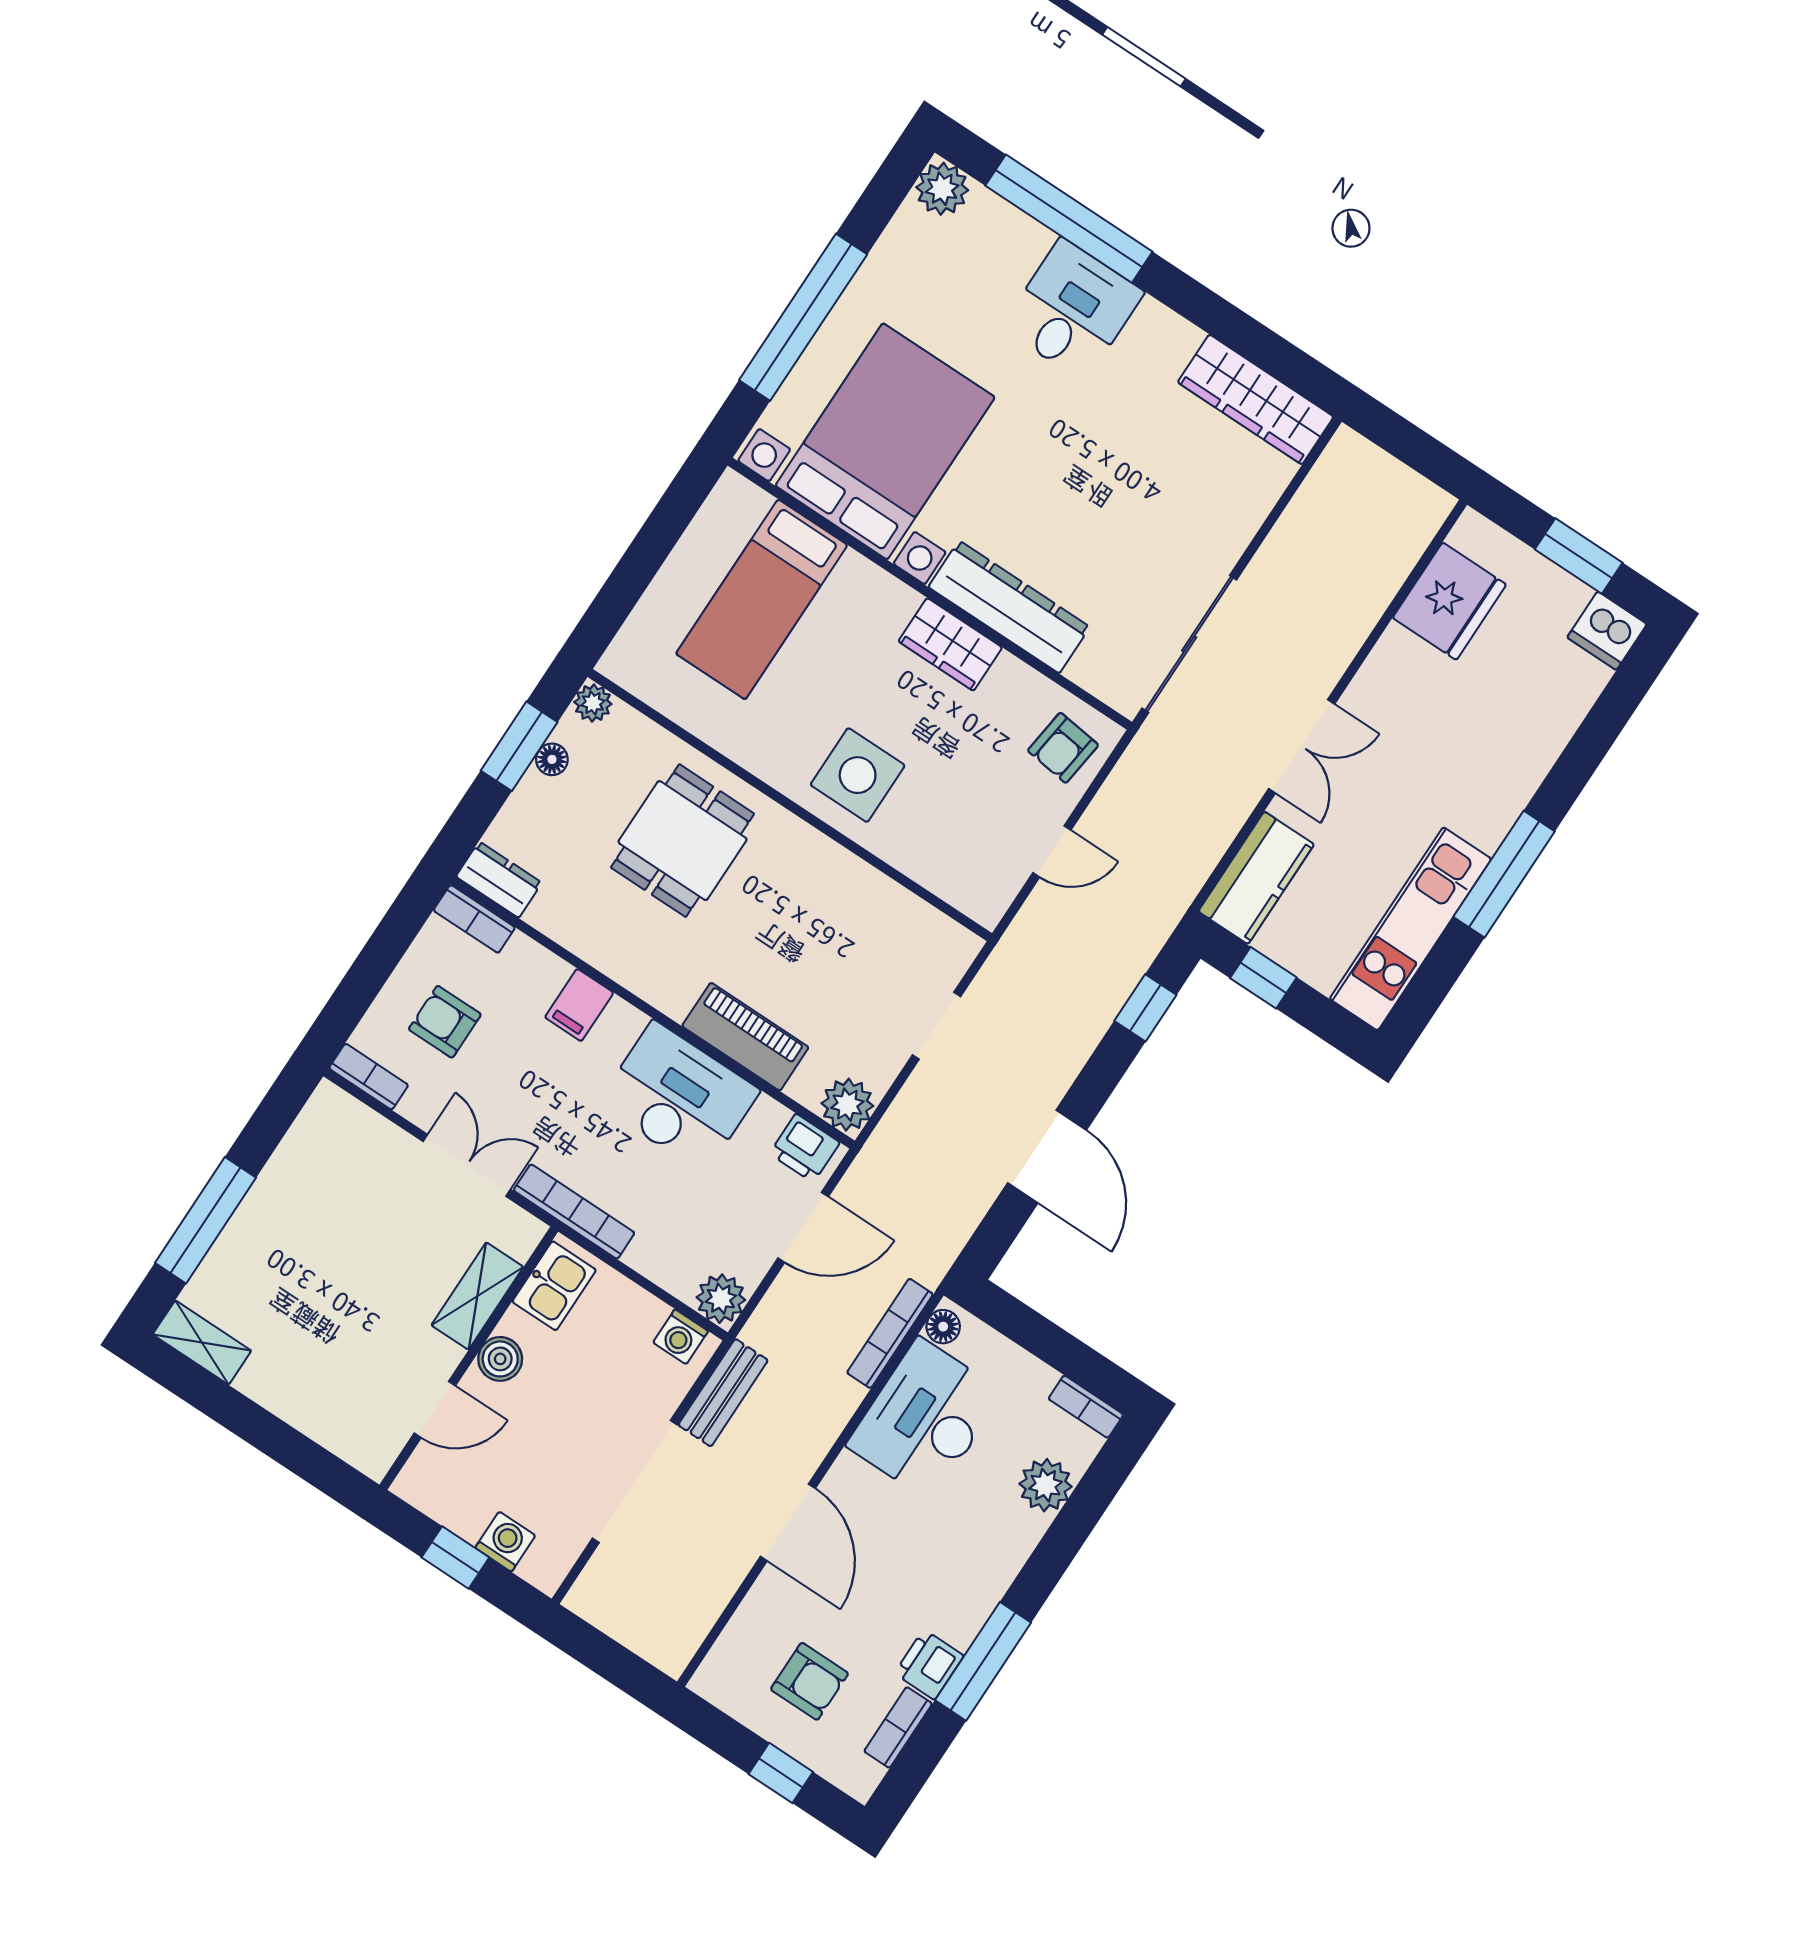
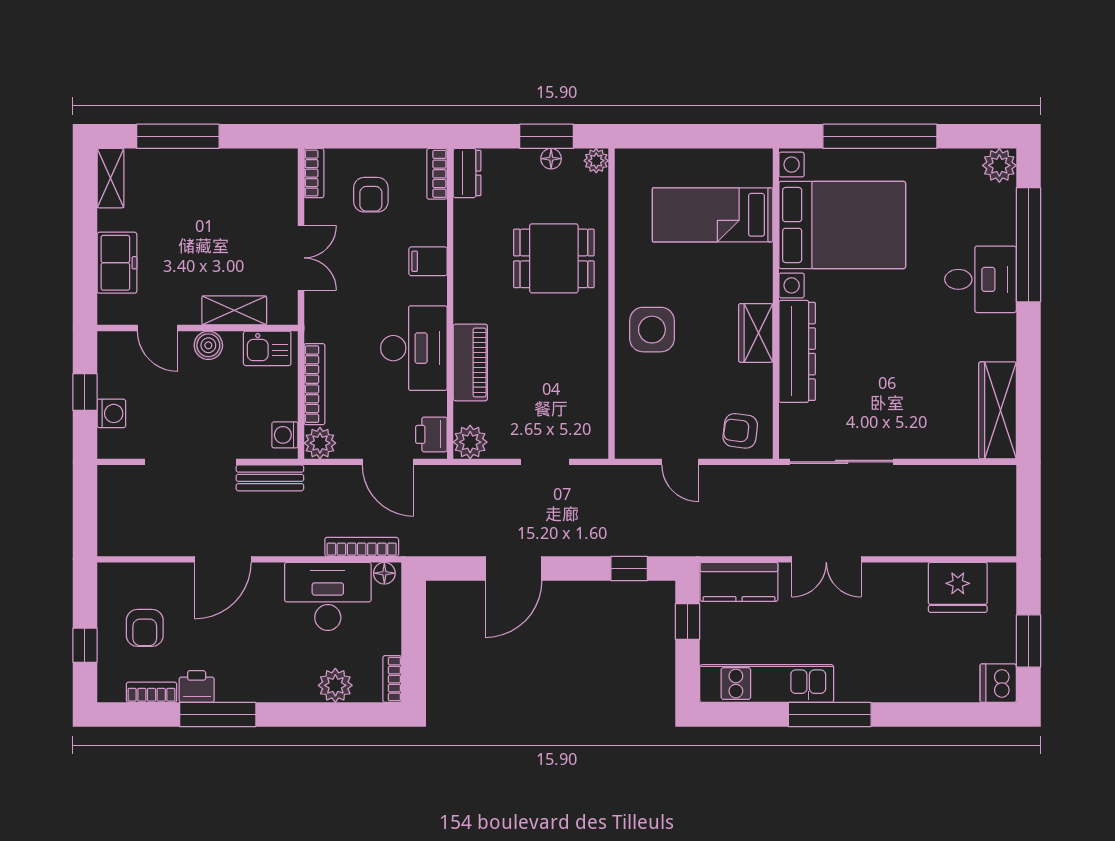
armchair: (445, 1022) -> (371, 195), turned 180
bookcase: (574, 1212) -> (314, 384), moved
freezer: (316, 1406) -> (117, 263), added

